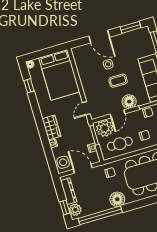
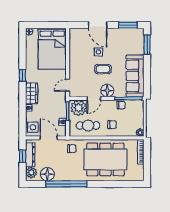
window: (29, 86) -> (22, 75), moved
floor lamp: (117, 199) -> (47, 174), moved
window: (65, 207) -> (22, 156), moved
window: (100, 215) -> (66, 184), moved

